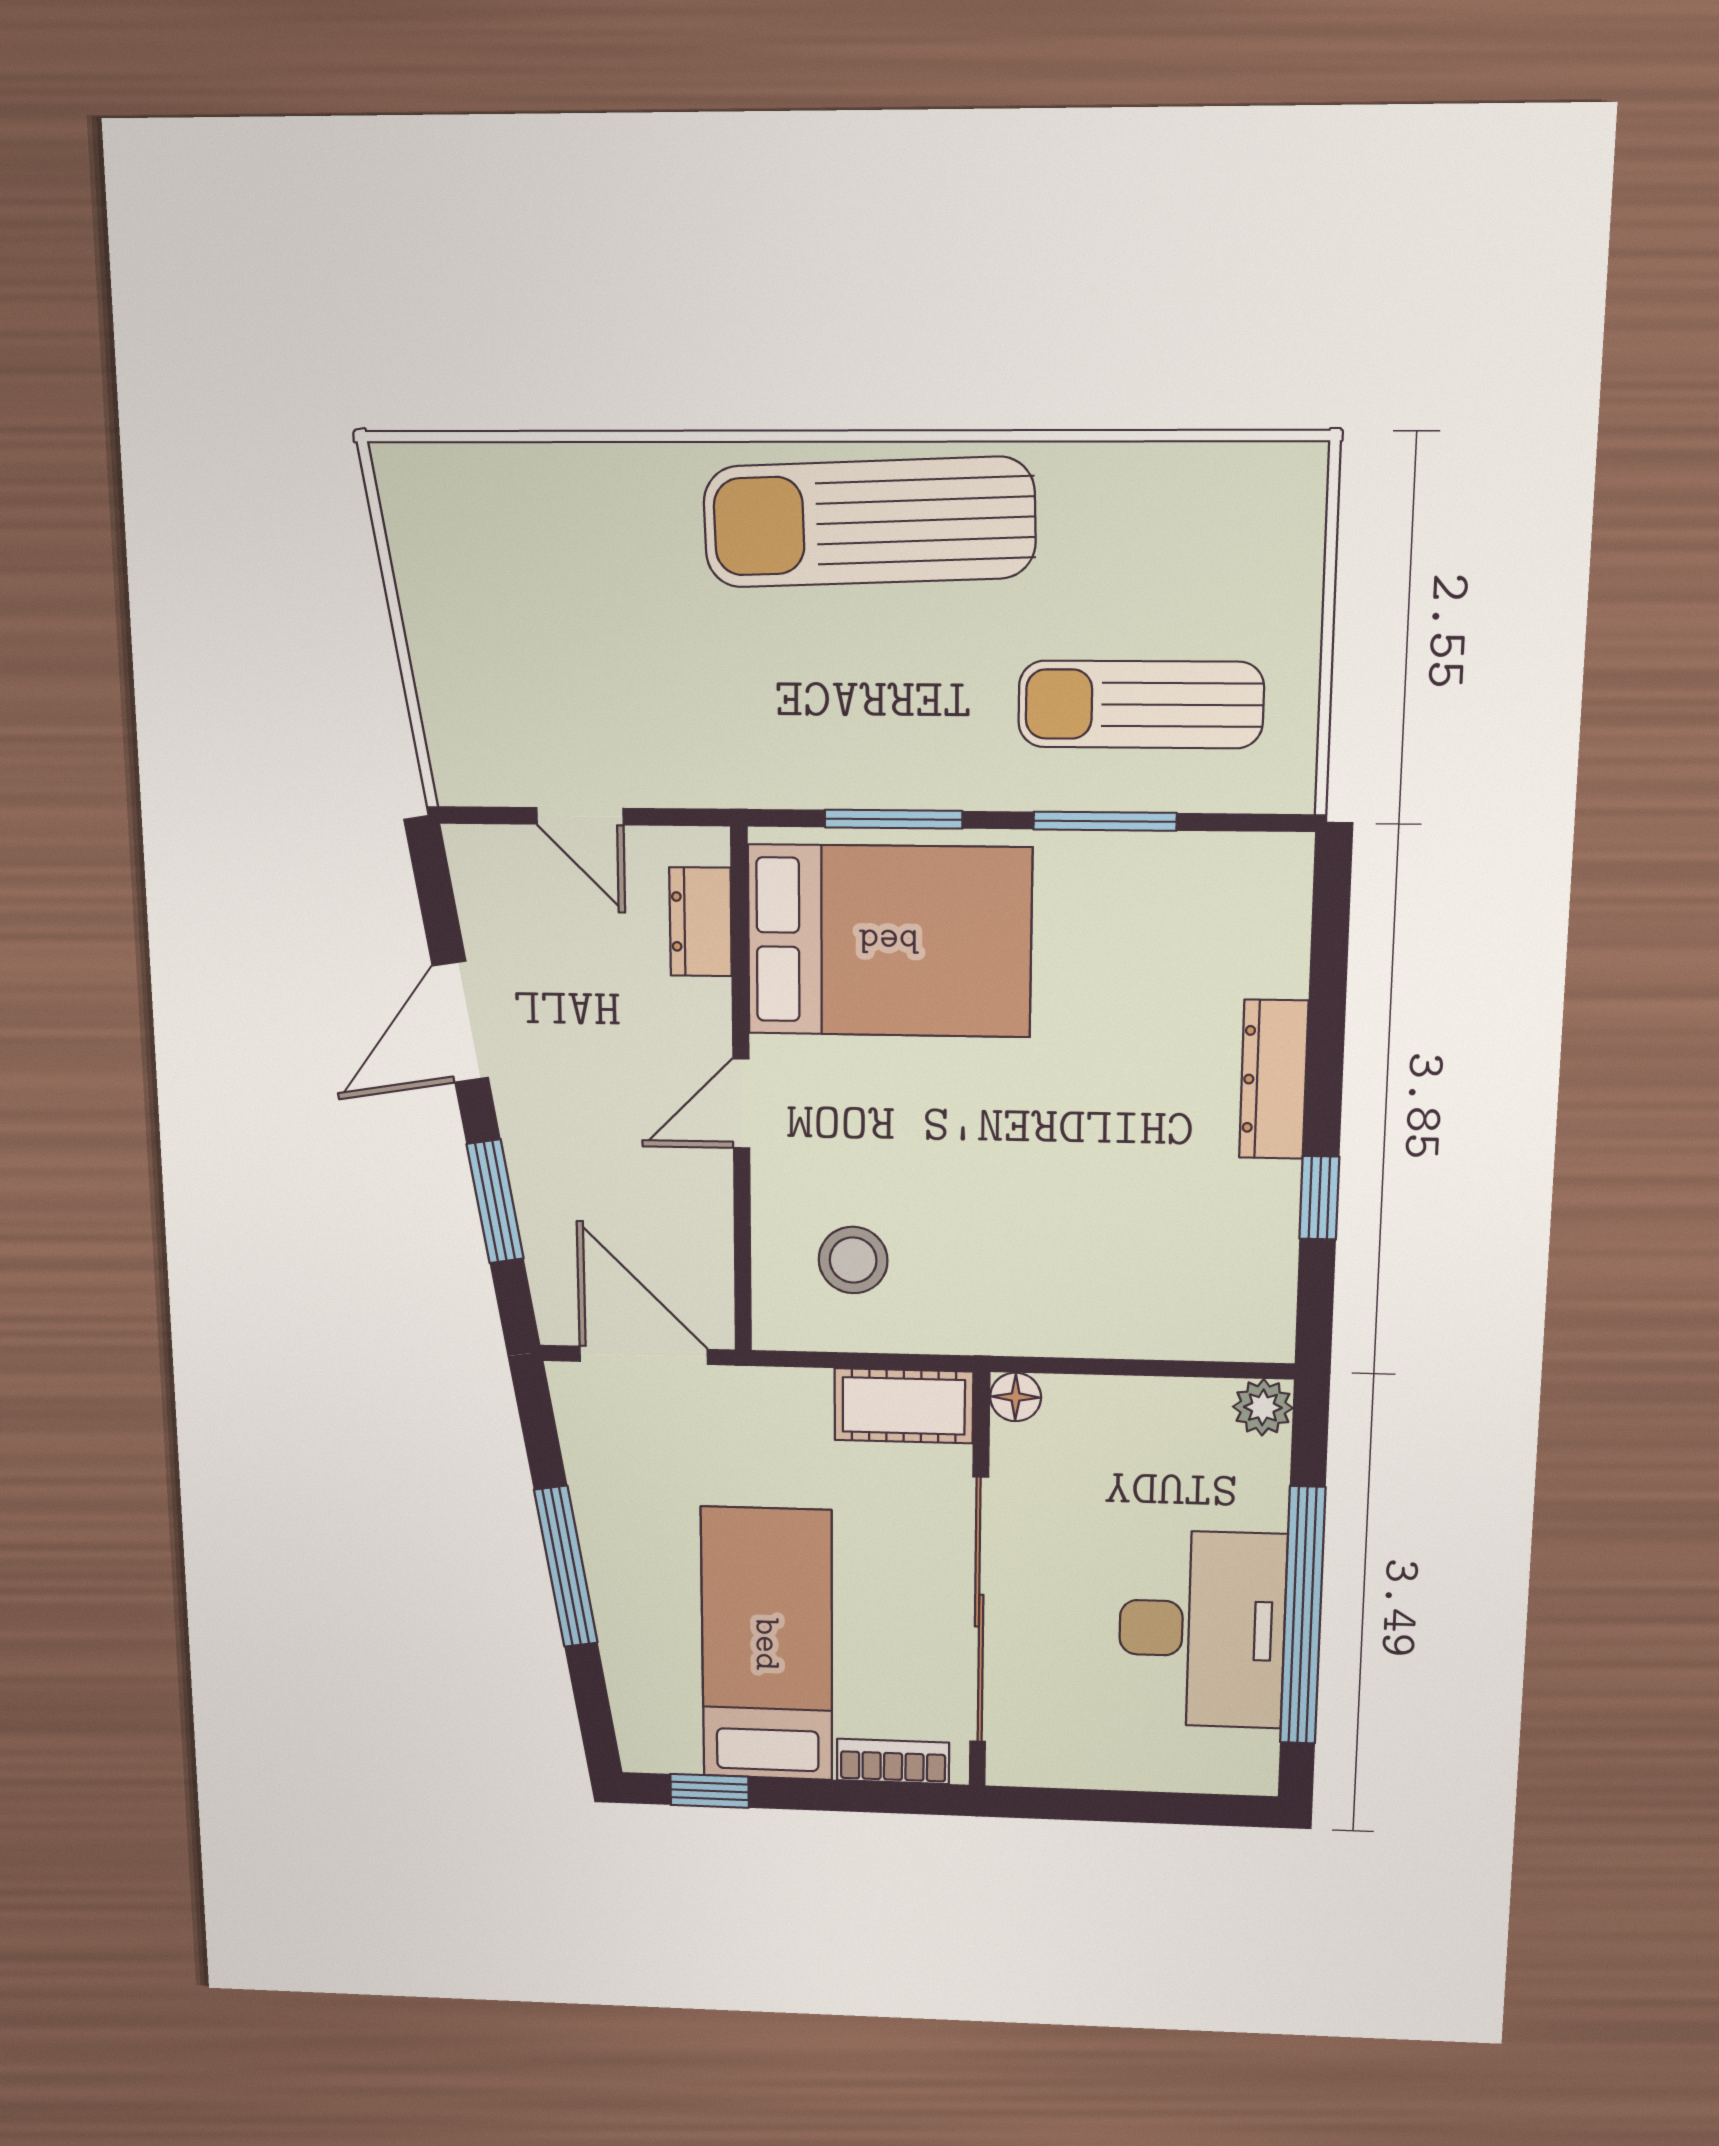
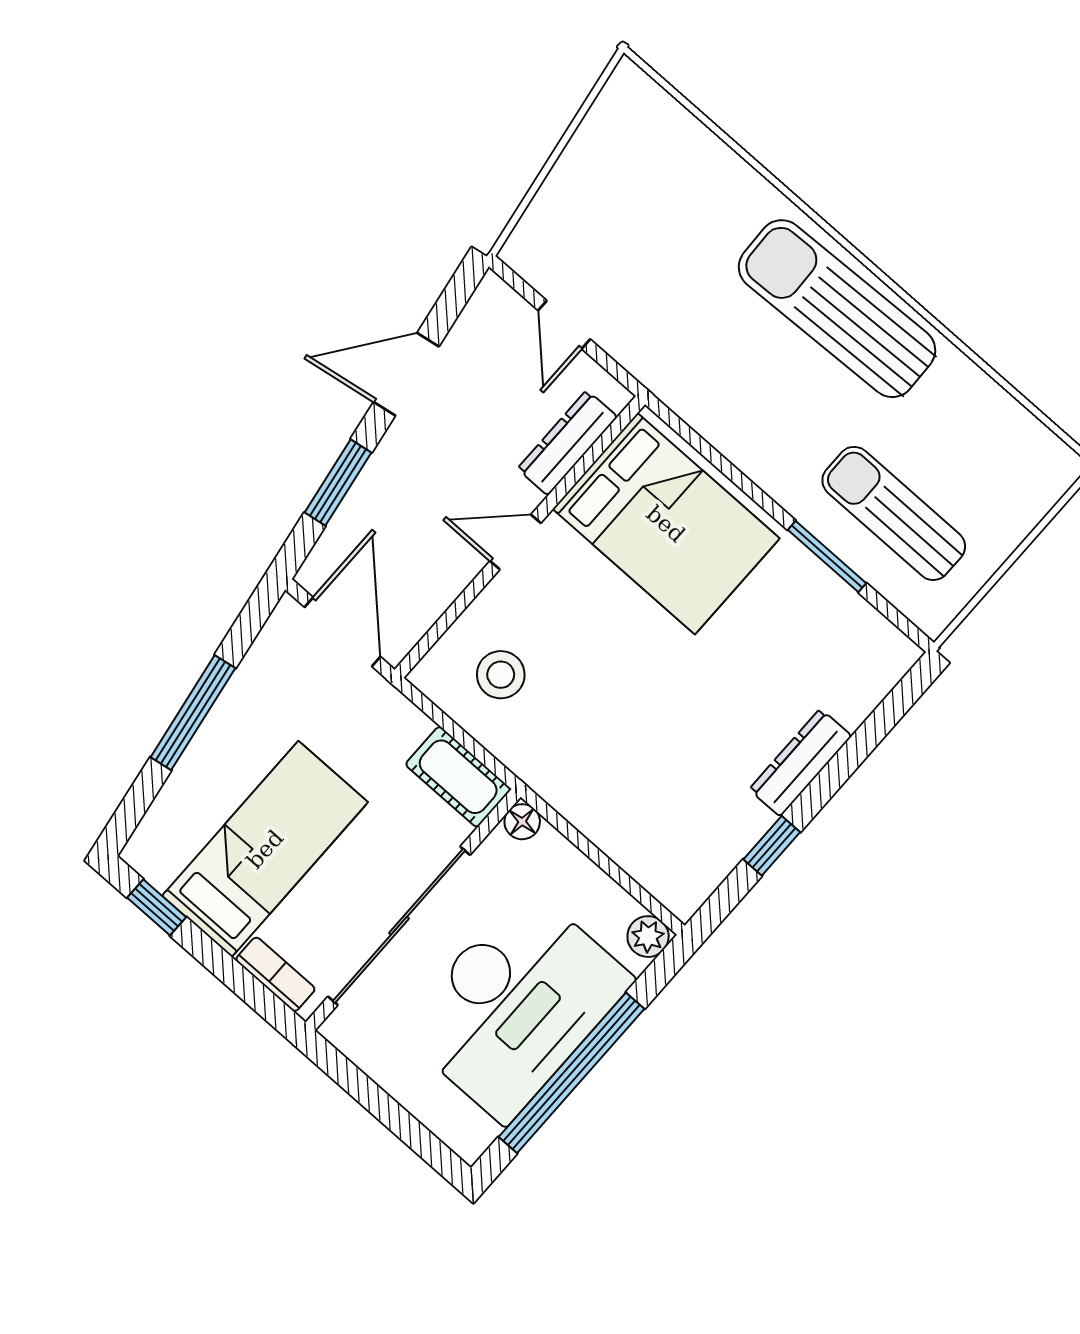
window: (894, 819) -> (722, 464), removed
dresser: (700, 922) -> (567, 443), width x1.44
desk: (1202, 1629) -> (516, 1005), width x1.36, depth x1.30

